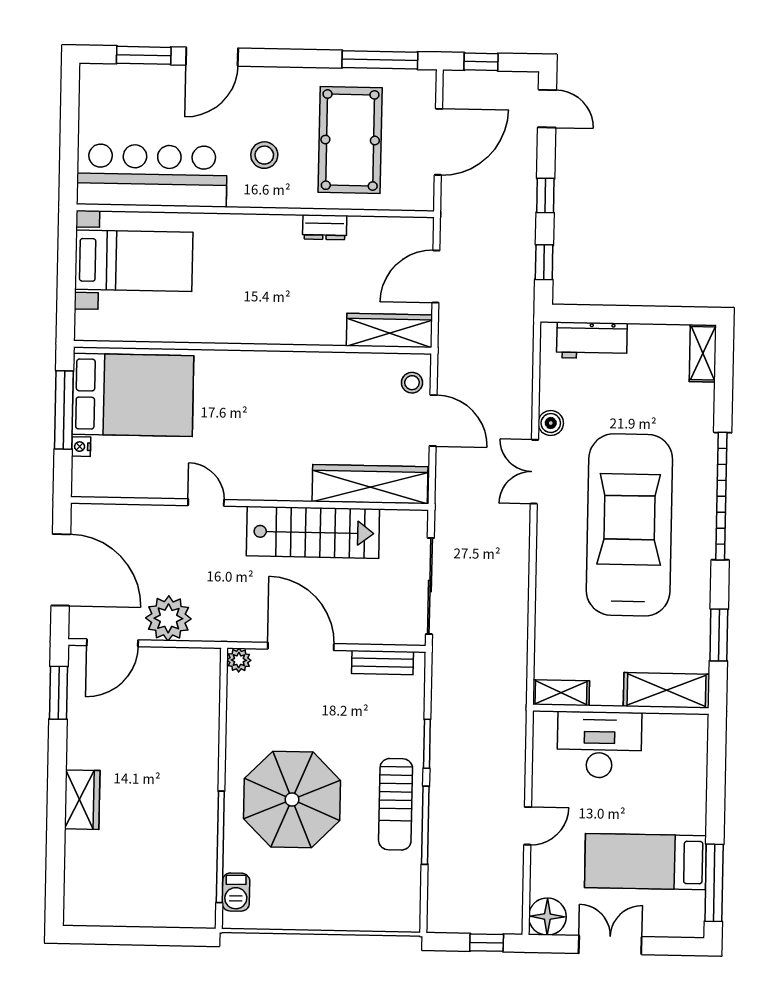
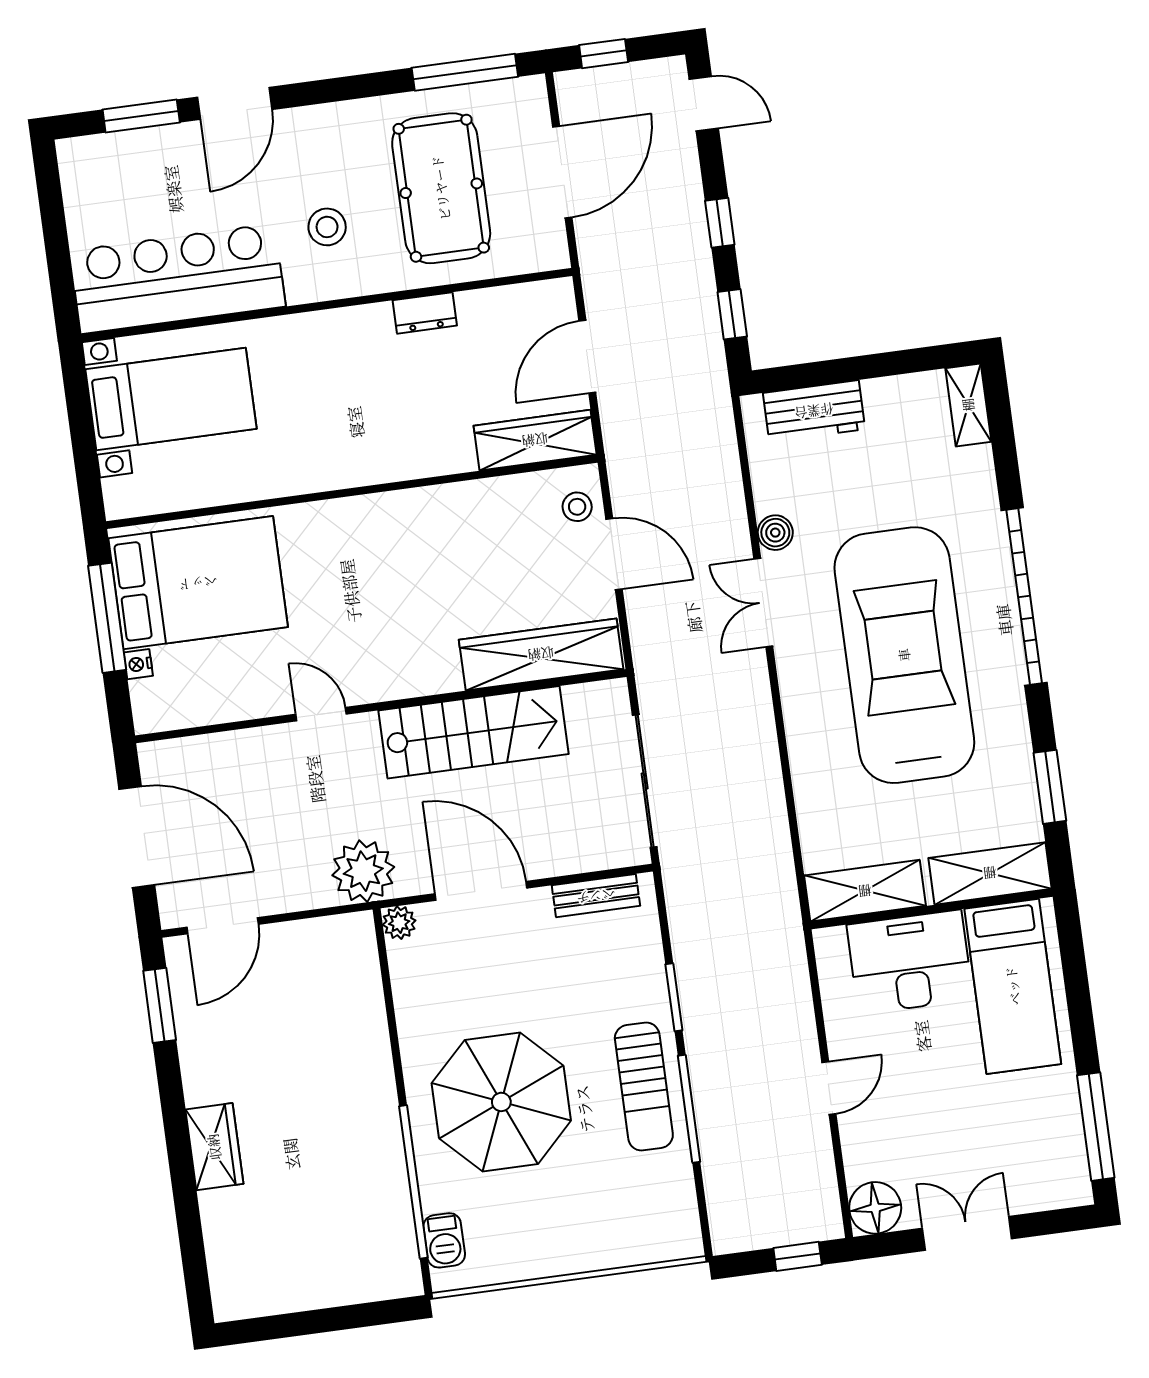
plant: (168, 618) -> (363, 871), moved
shelving: (561, 693) -> (865, 891), width x1.50, depth x1.33
bed: (646, 862) -> (1013, 986), moved, turned -90

